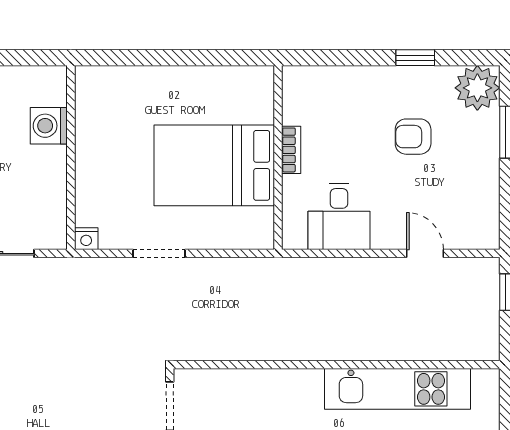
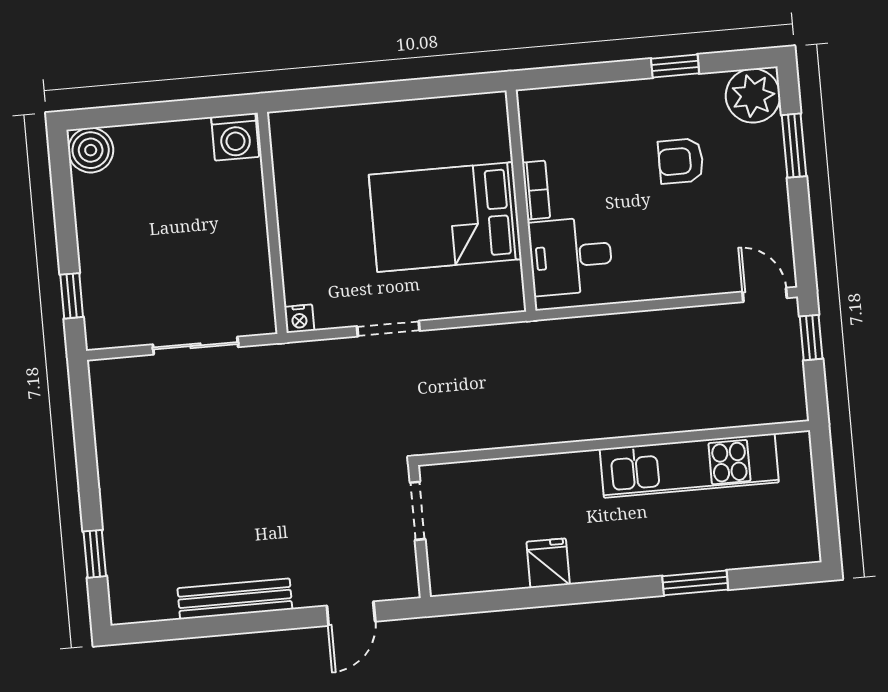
washing machine: (49, 126) -> (235, 137), moved, turned -90
desk: (339, 216) -> (571, 256), moved, turned 90
door: (425, 253) -> (765, 295), moved

